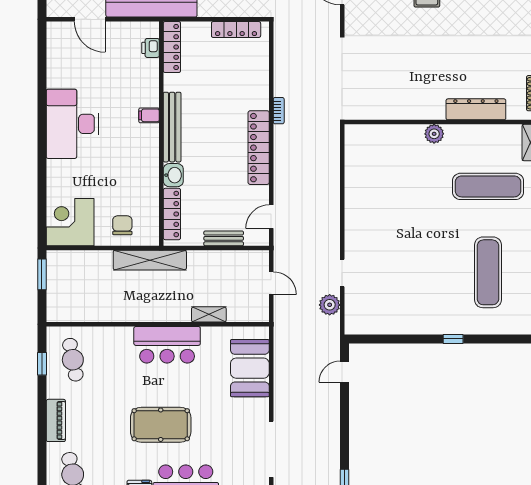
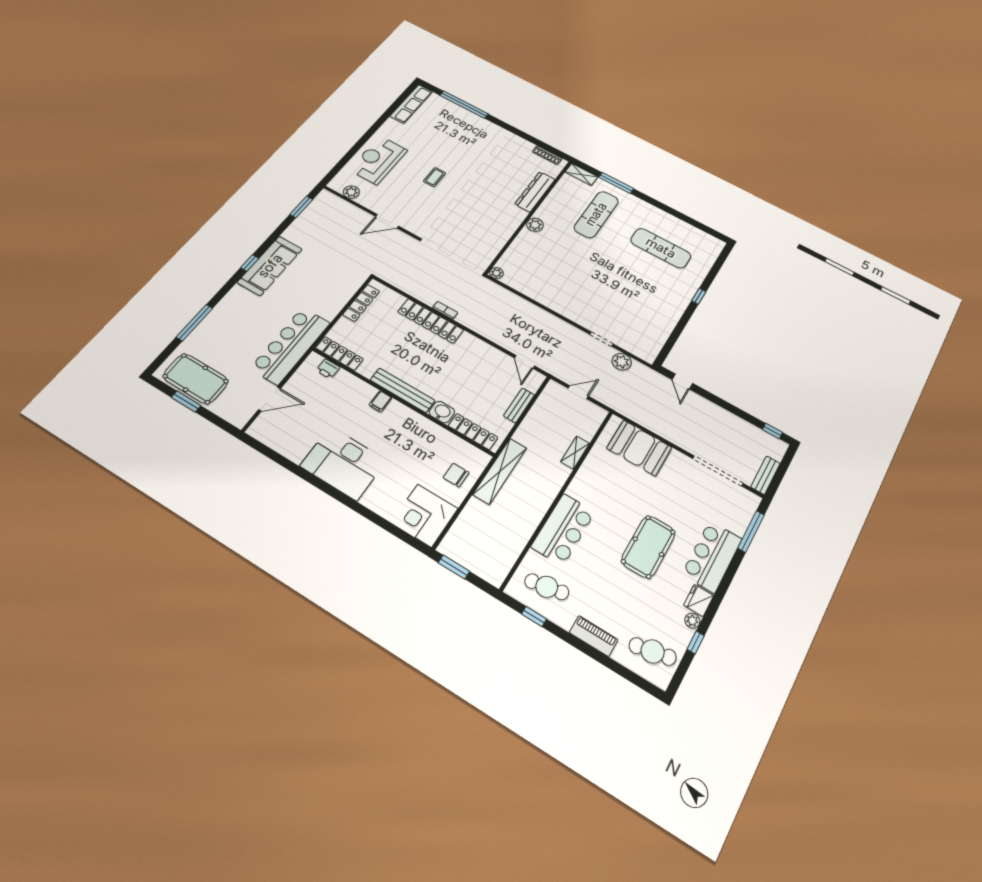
plant: (352, 132) -> (496, 273), added
locker: (259, 148) -> (431, 321), moved
bar counter: (167, 345) -> (563, 529), moved

